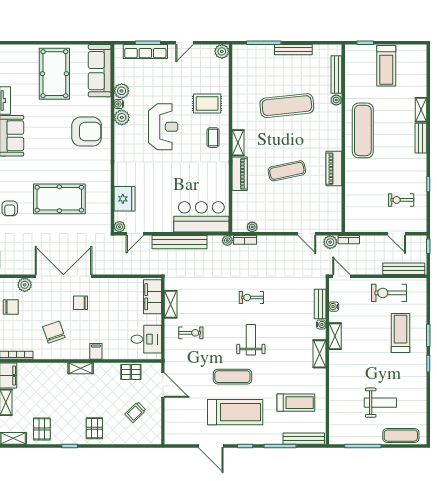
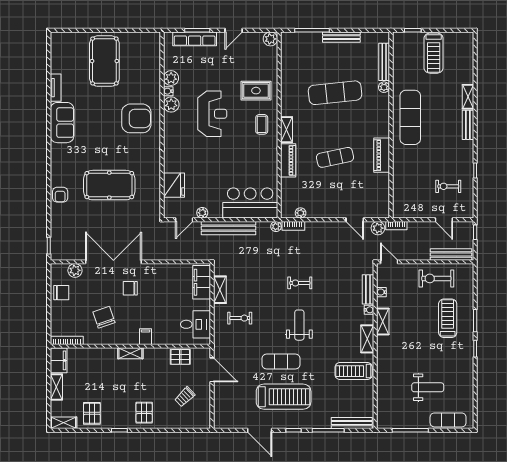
sofa: (100, 71) -> (149, 58), removed
plant: (120, 227) -> (202, 213), moved
treadmill: (296, 403) -> (354, 371), moved, turned 180

